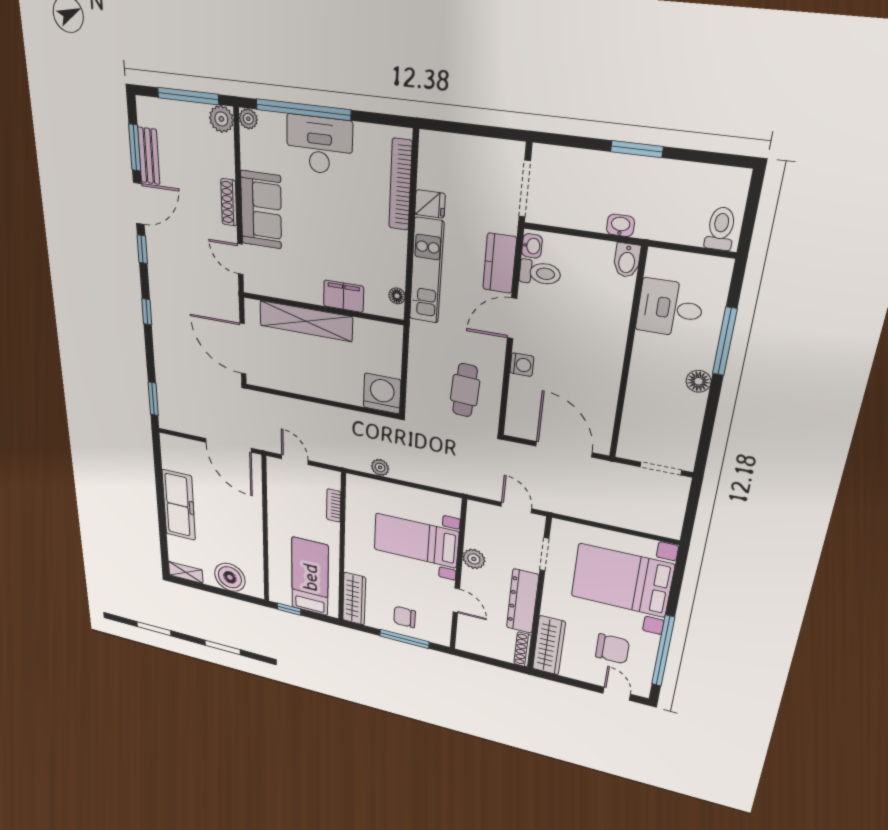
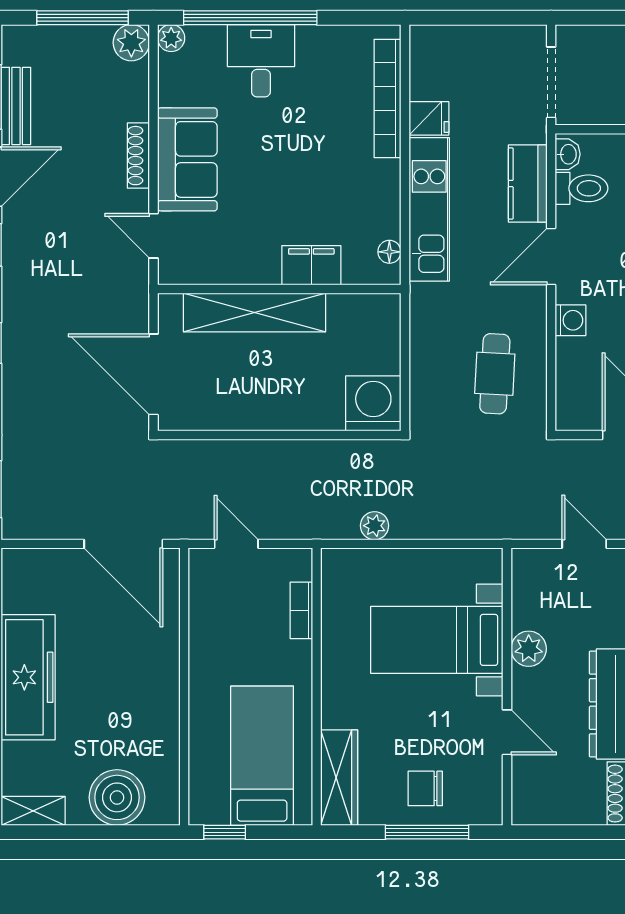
desk: (319, 145) -> (261, 61), width x0.73

